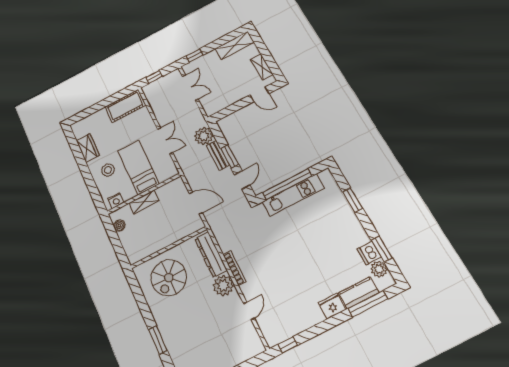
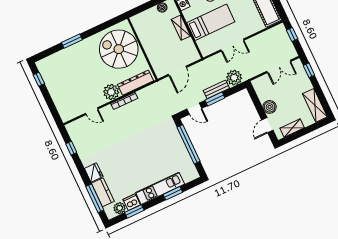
boiler: (238, 94) -> (270, 107), added
kitchen unit: (293, 195) -> (160, 188), moved, turned 90
spiral stairs: (169, 278) -> (119, 49), width x1.37, depth x1.37
window: (288, 345) -> (71, 148), moved

